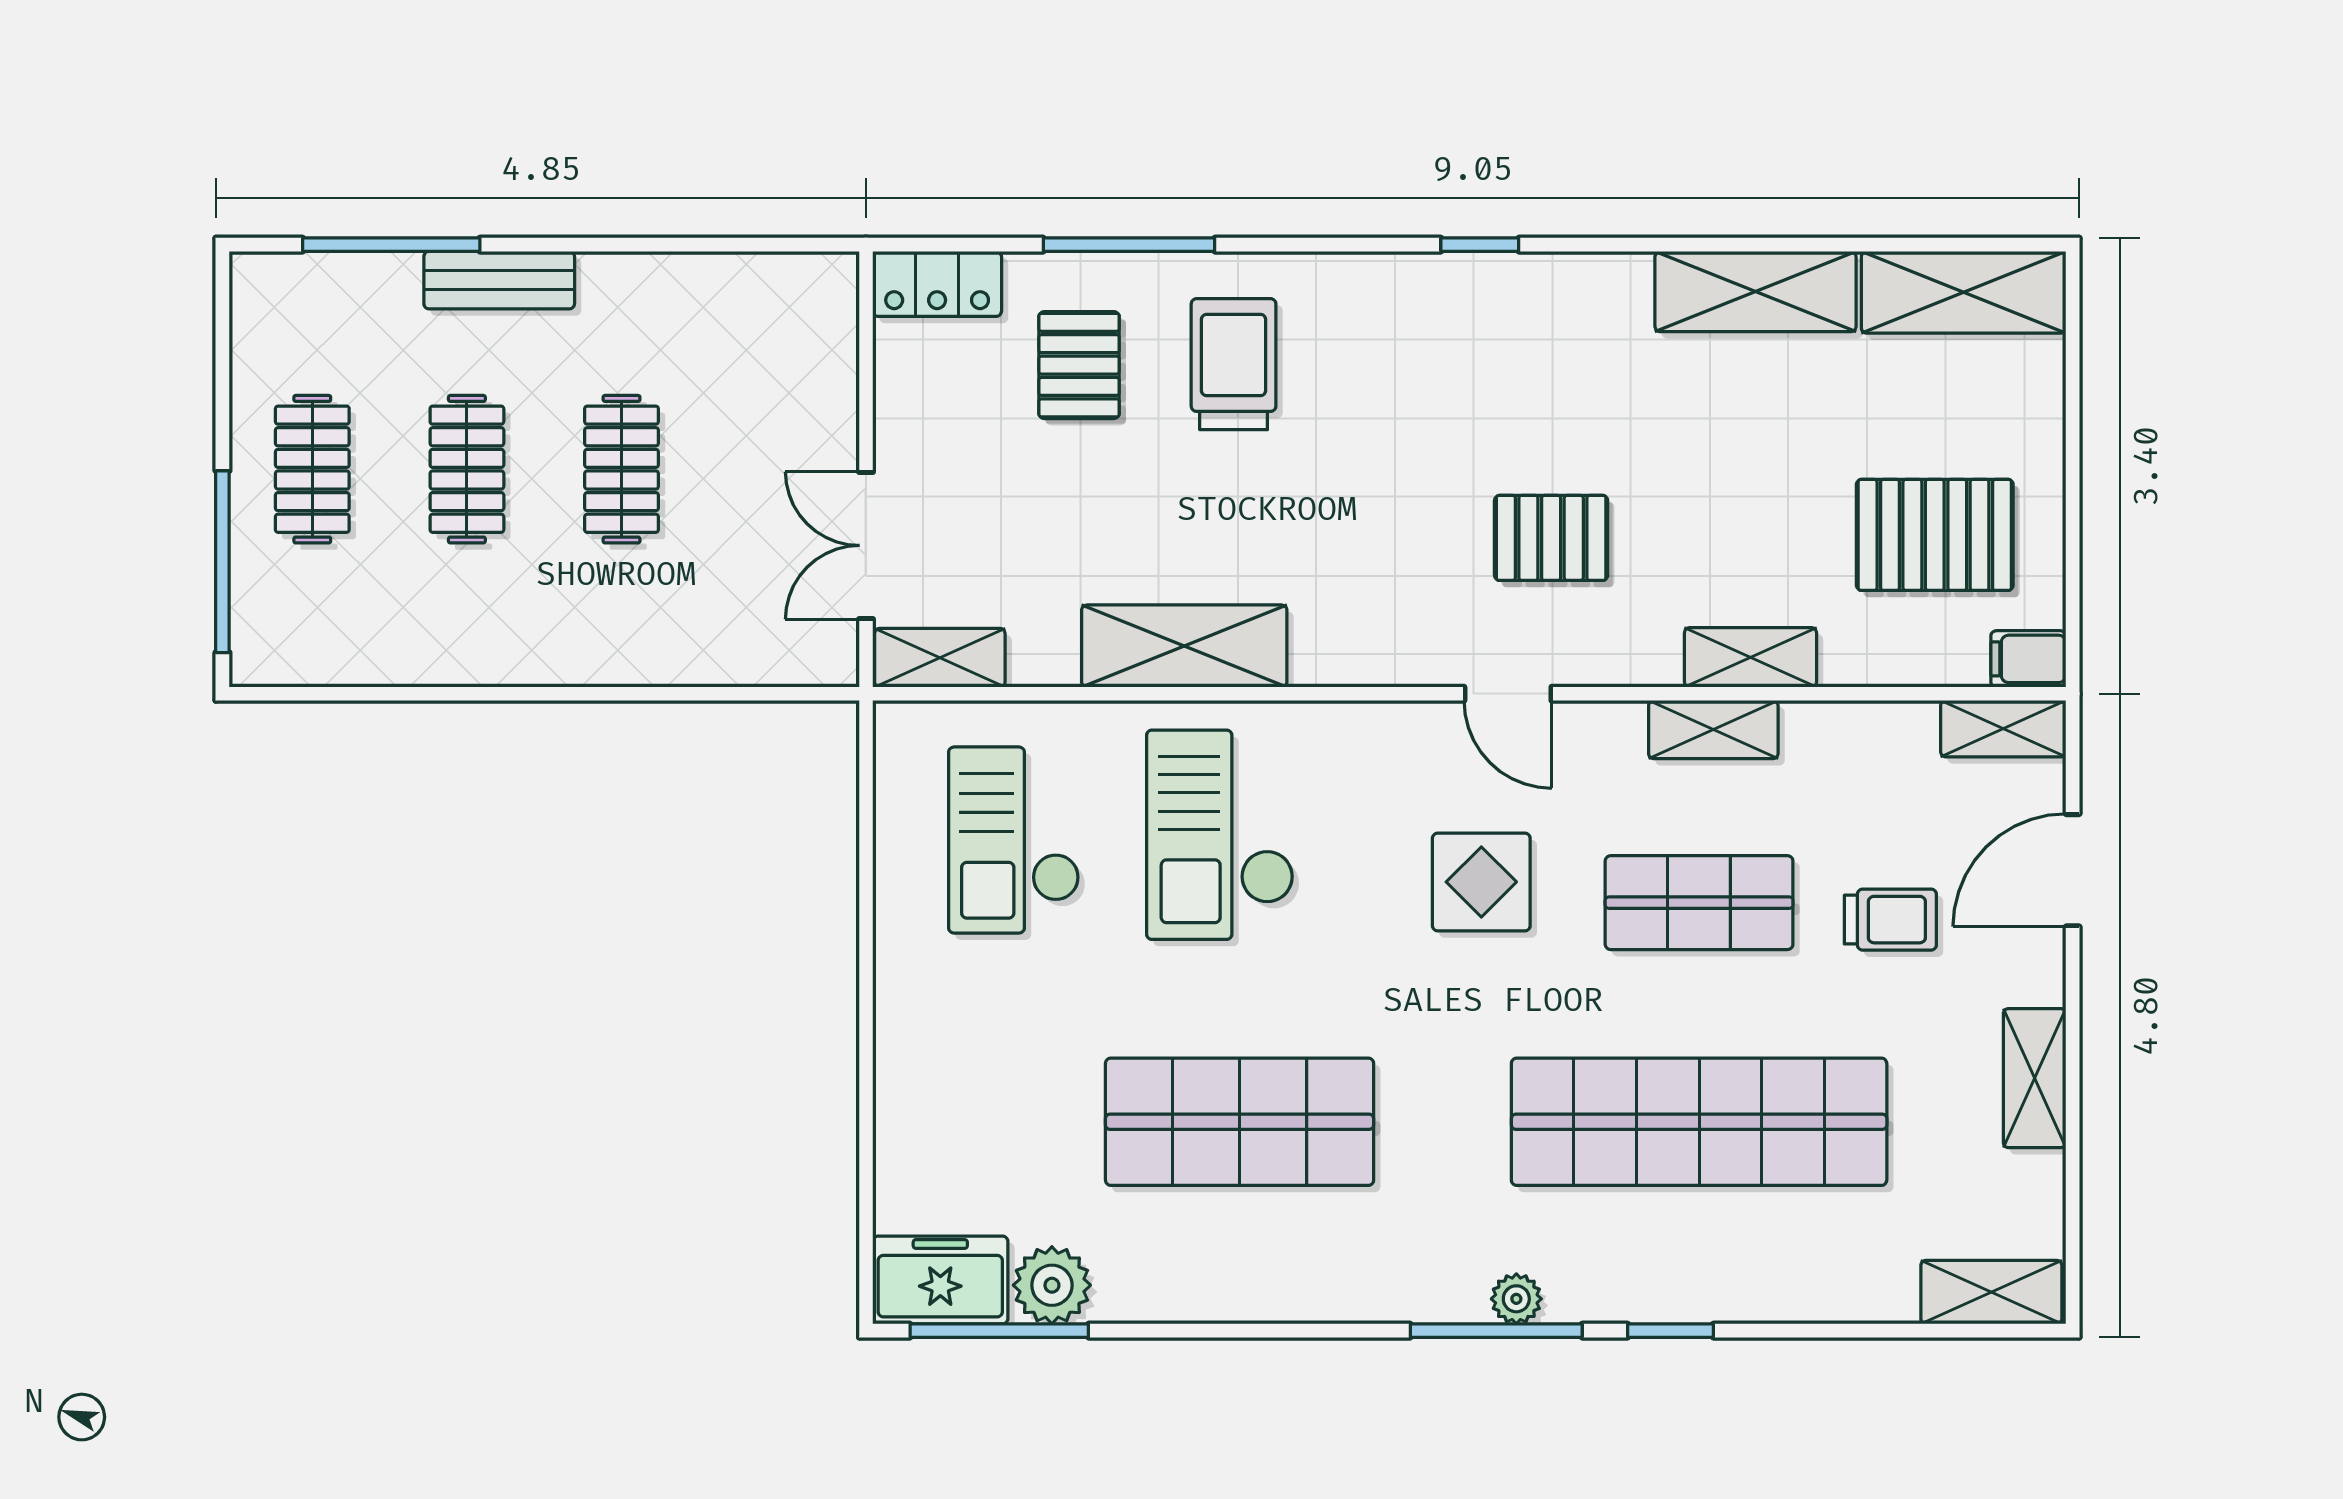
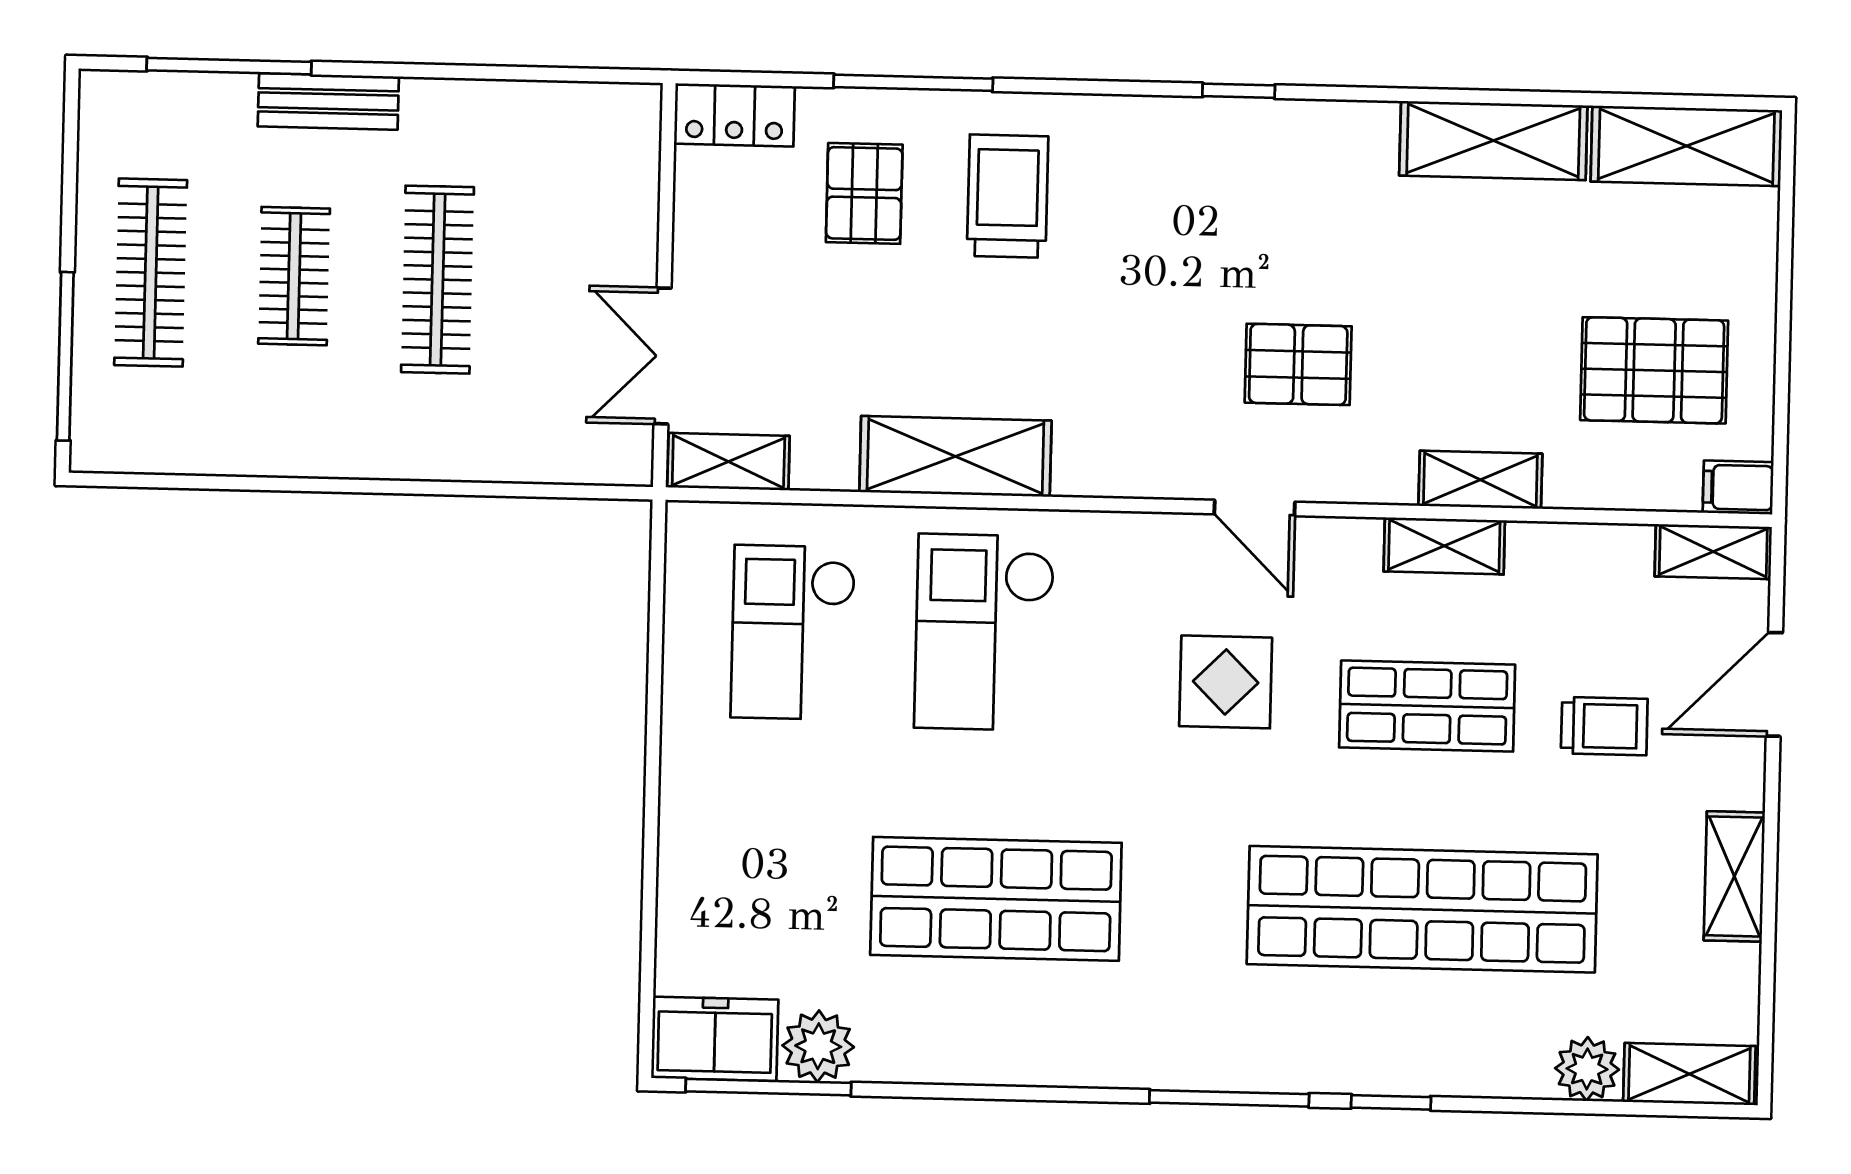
clothes rail: (312, 469) -> (151, 273), width x1.36
clothes rail: (622, 469) -> (438, 280), width x1.36
plant: (1516, 1299) -> (1587, 1069), moved, width x1.38, depth x1.38

